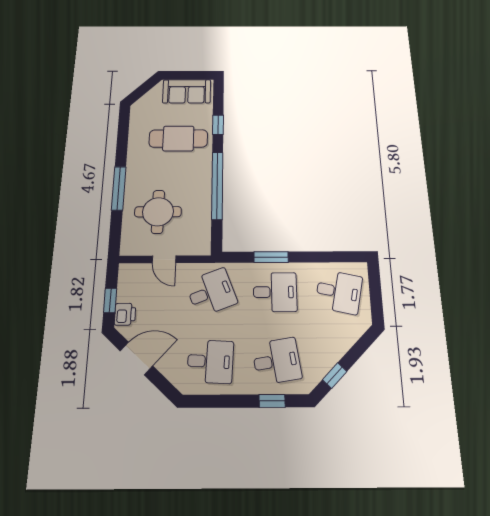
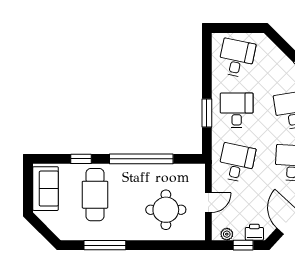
window: (119, 188) -> (105, 245), moved
plant: (125, 281) -> (227, 234), added
desk: (211, 292) -> (237, 163), turned 33

